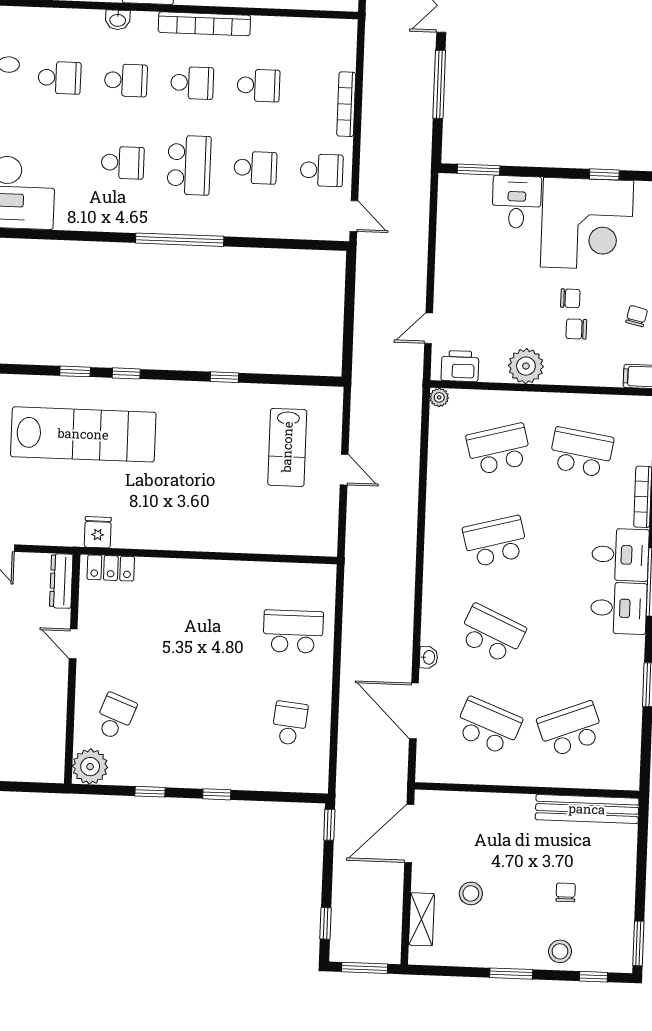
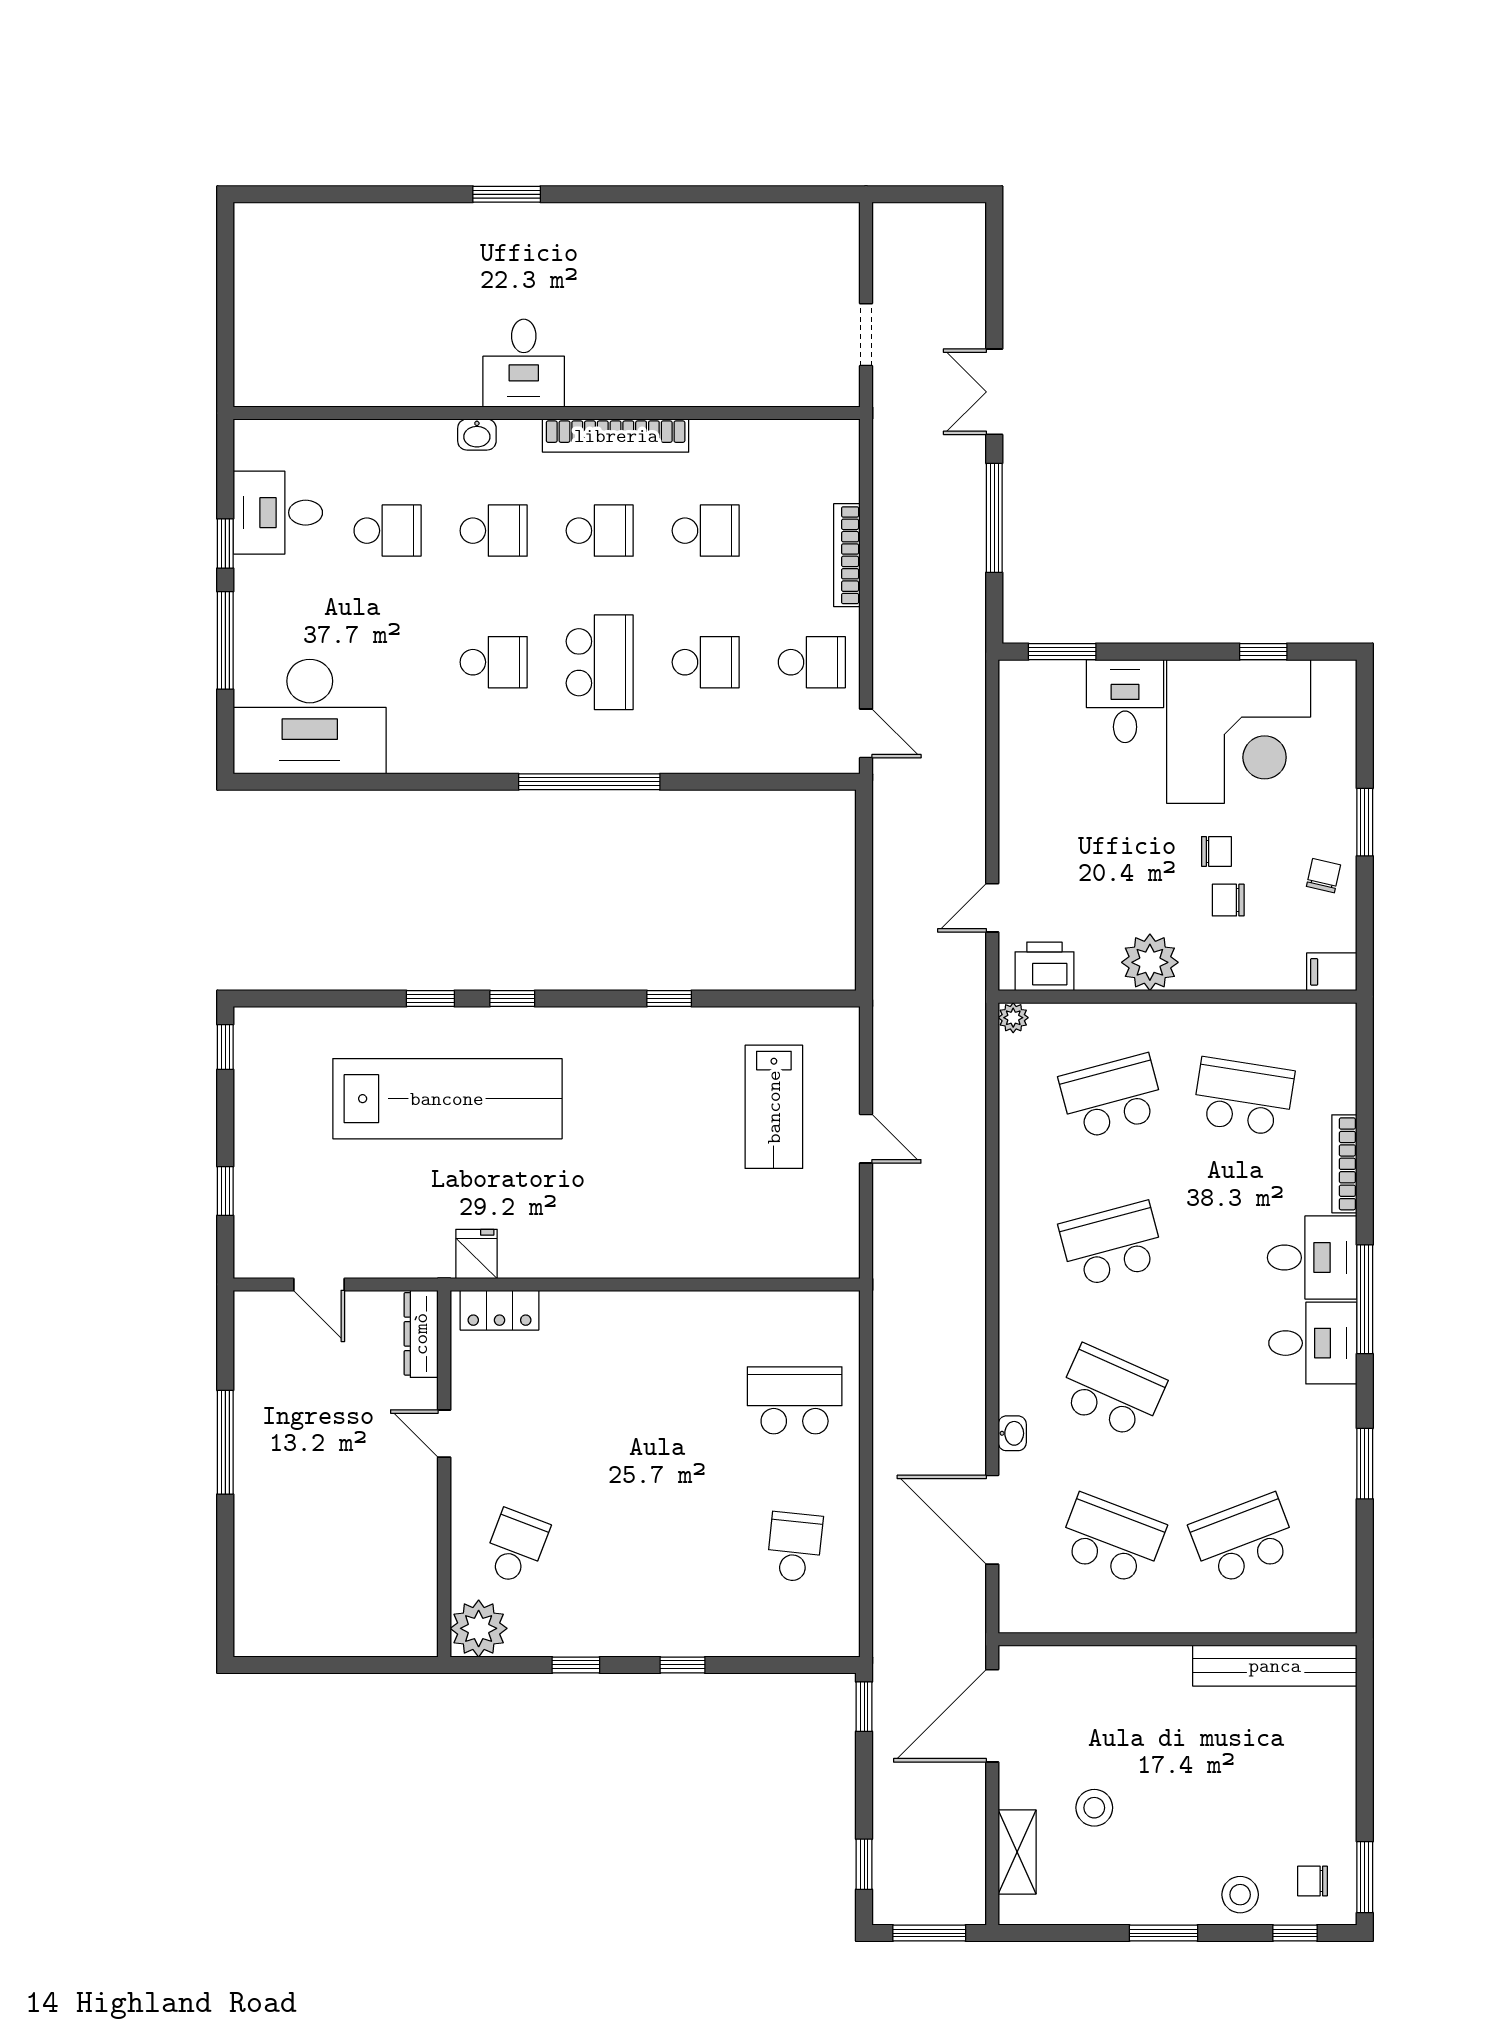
chair: (566, 892) -> (1313, 1881), moved, turned -90

